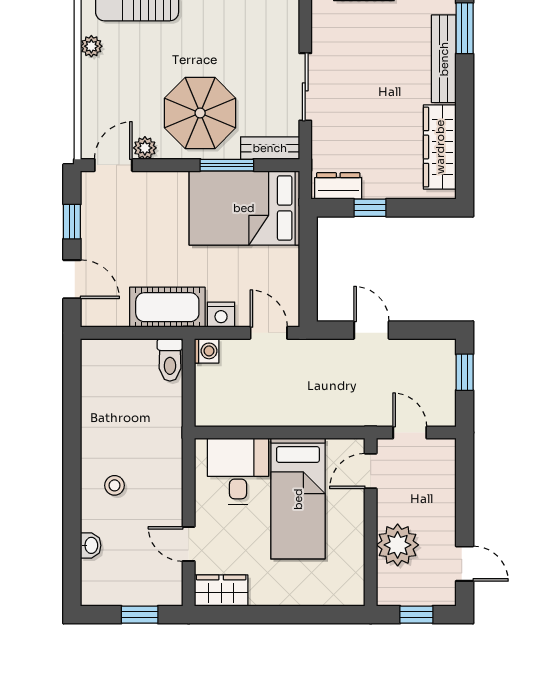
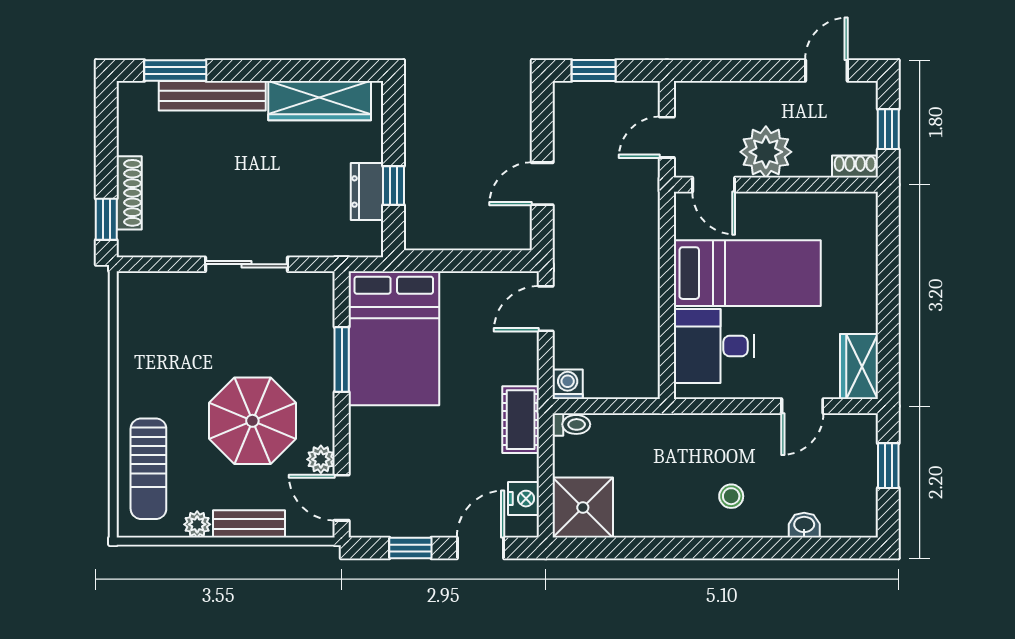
parasol: (200, 113) -> (252, 421), moved
bench: (270, 148) -> (249, 524), moved, turned 90
dresser: (338, 186) -> (367, 191), moved
cot: (167, 307) -> (521, 420), width x0.73, depth x0.75
nightstand: (221, 315) -> (524, 499), moved
toilet: (170, 360) -> (571, 424), width x0.73, depth x0.72
shower: (105, 363) -> (583, 507), added
plant: (398, 545) -> (766, 152), moved
shoe rack: (386, 587) -> (855, 167), added

